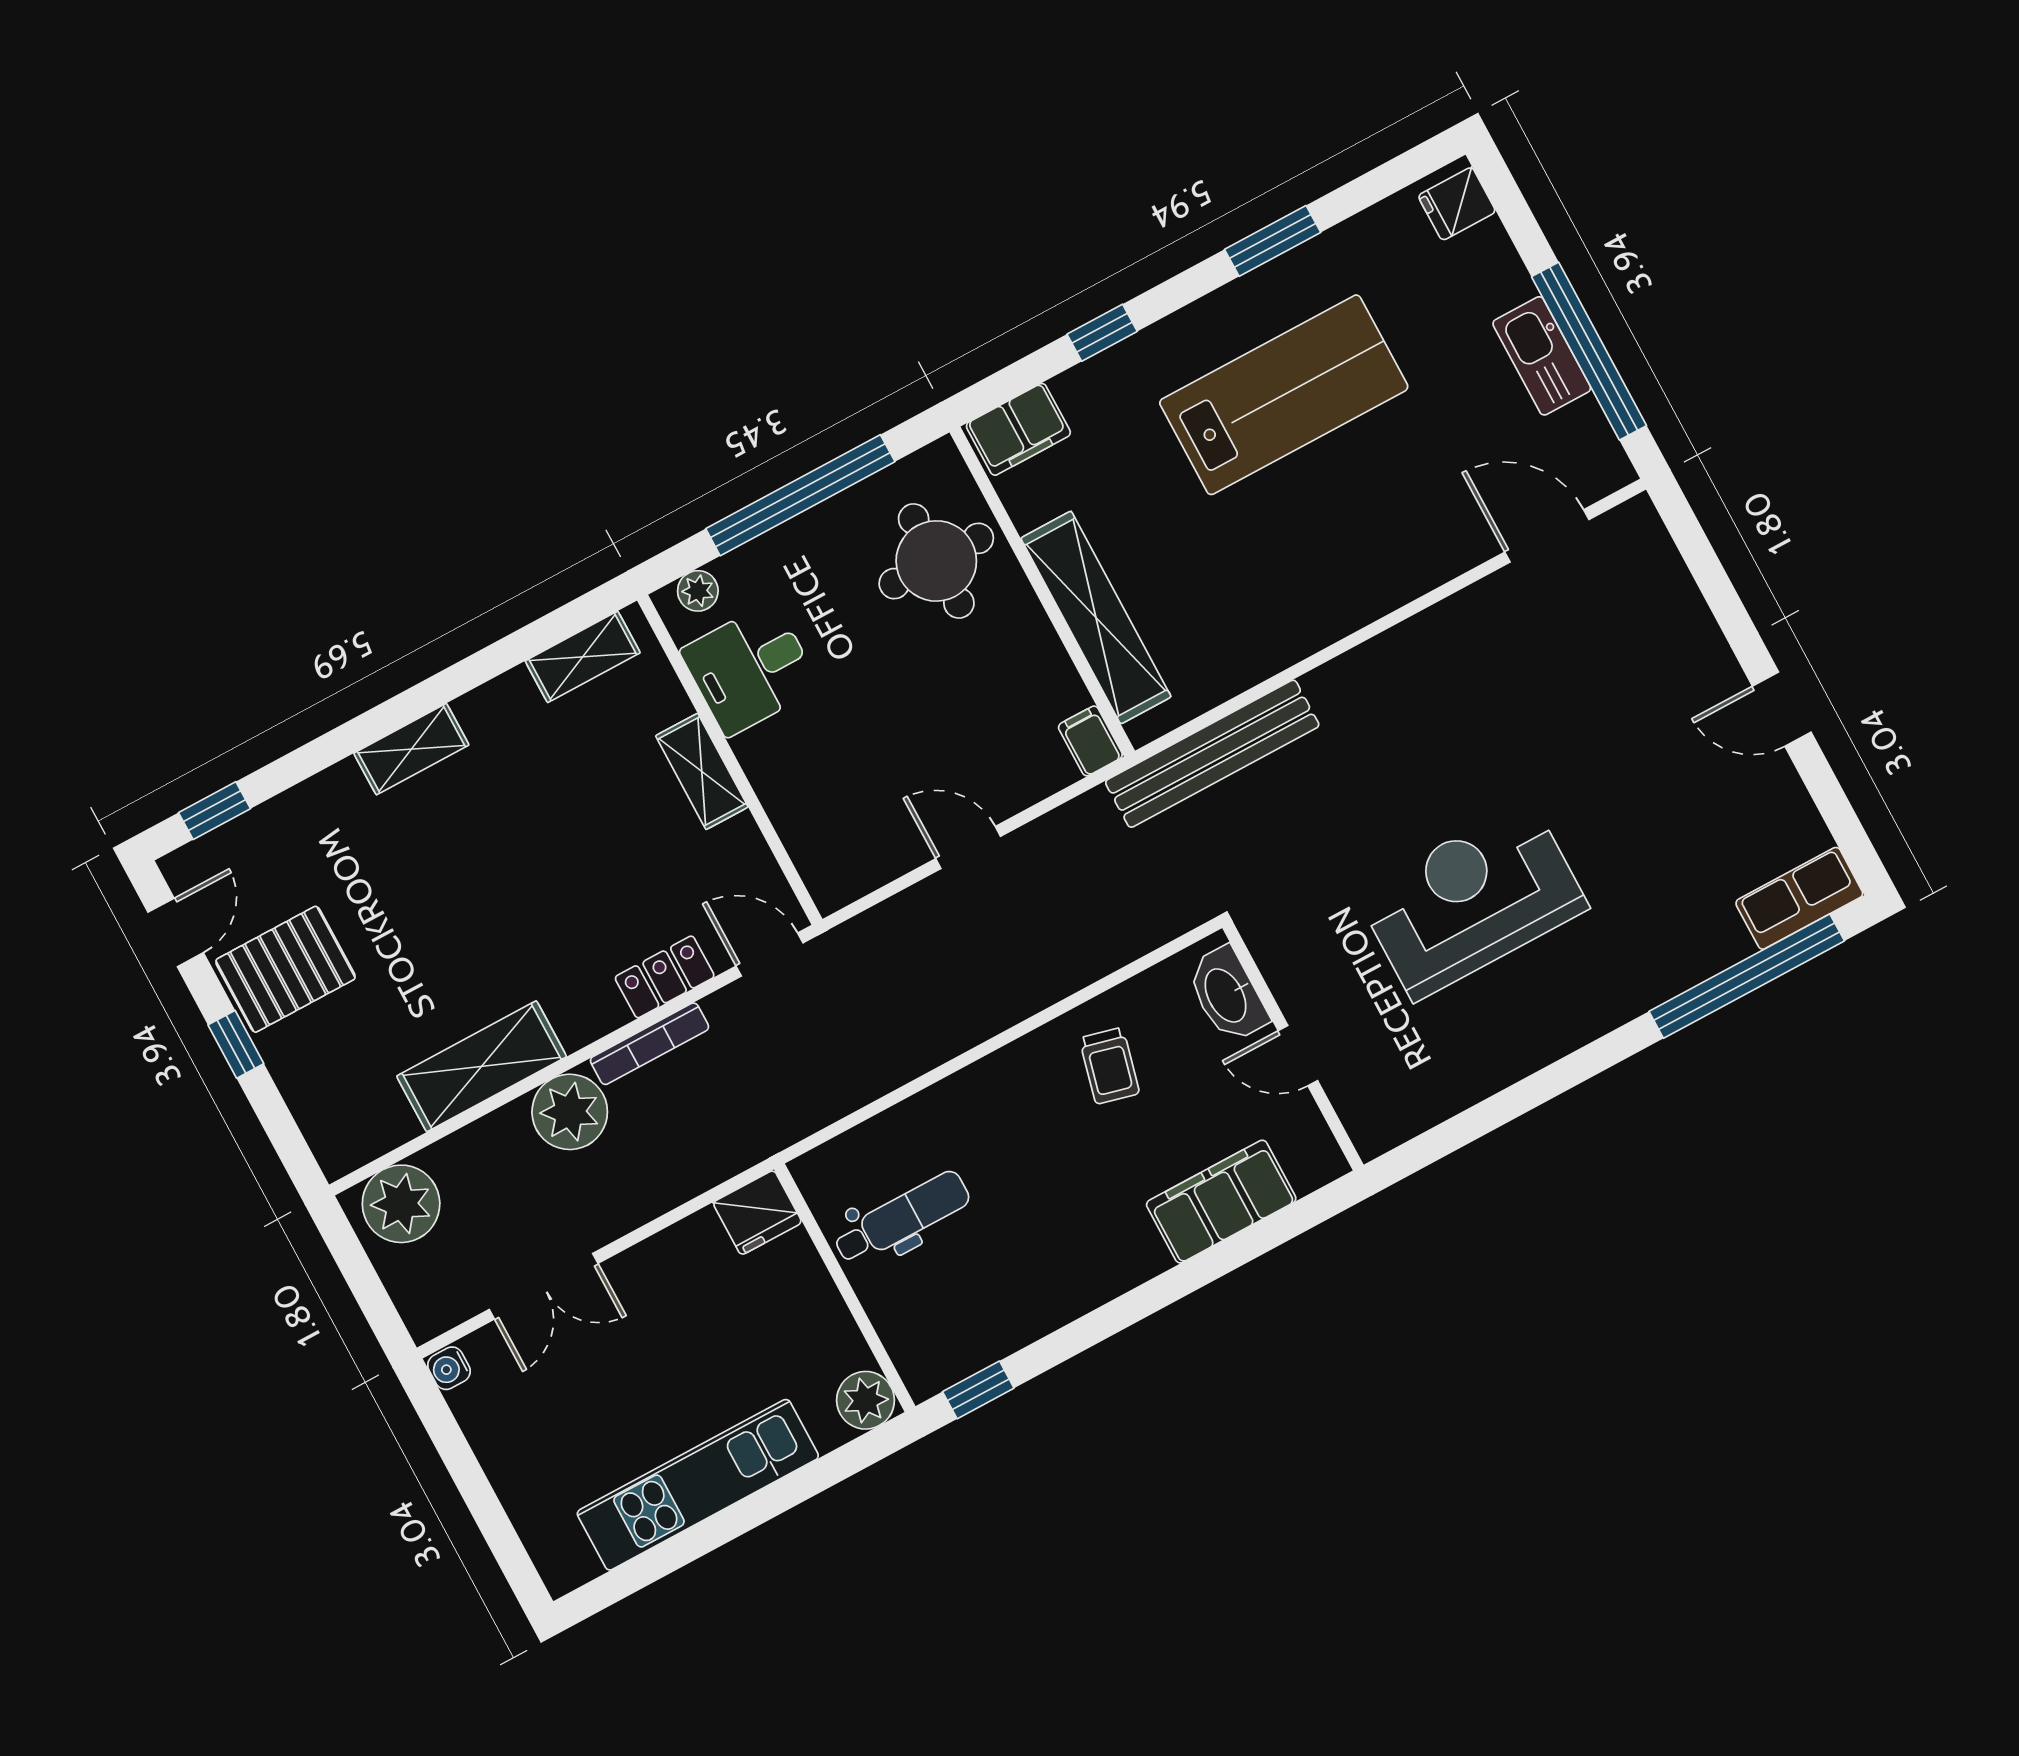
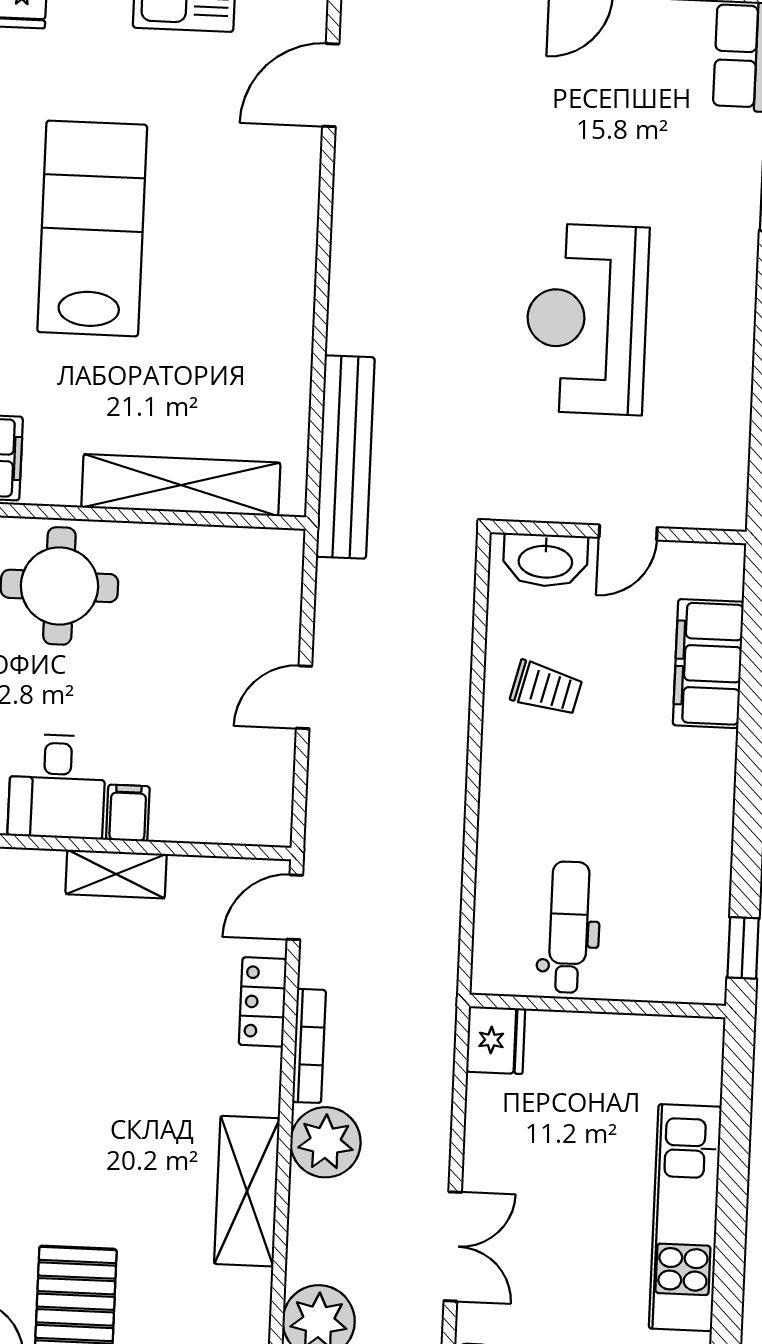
filing cabinet: (1090, 741) -> (128, 813), moved, turned 90
plant: (866, 1400) -> (698, 1043), removed

